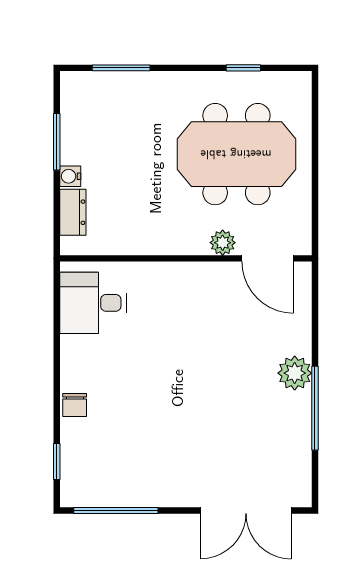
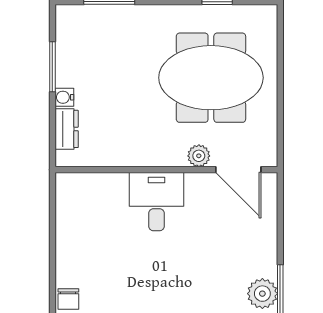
desk: (93, 303) -> (156, 202), moved, turned 90
plant: (295, 373) -> (262, 294), moved

